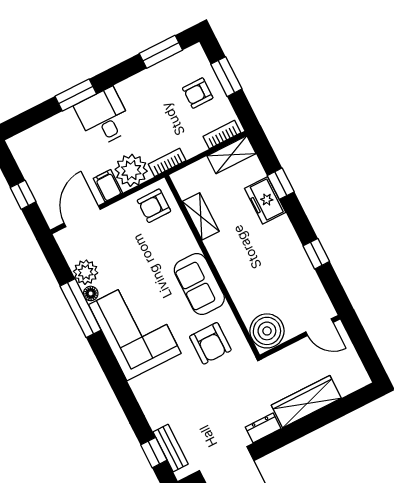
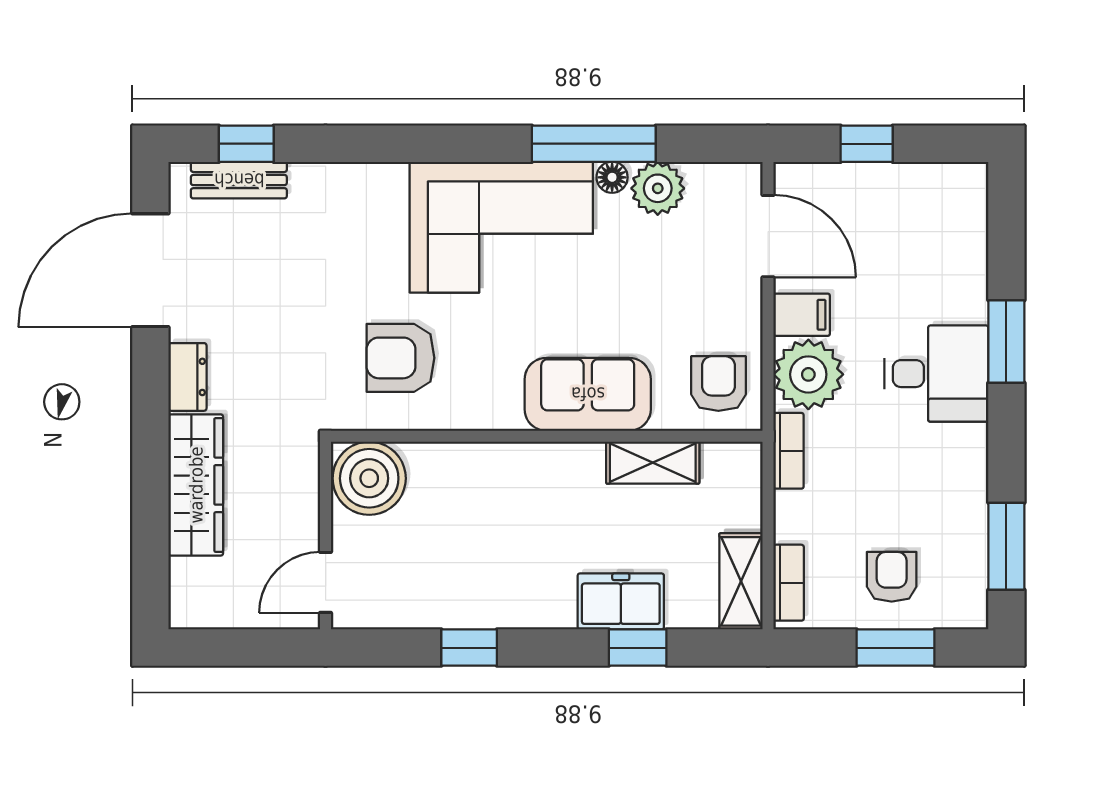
sofa: (199, 284) -> (588, 394), moved

